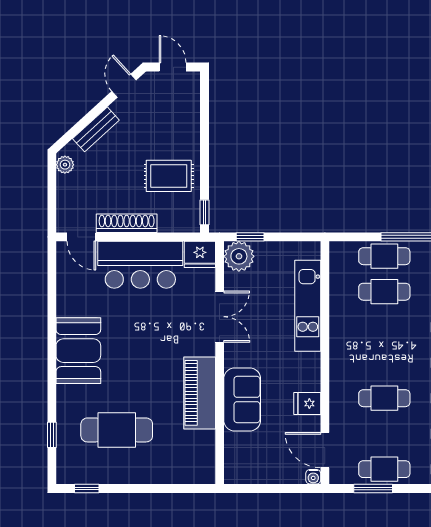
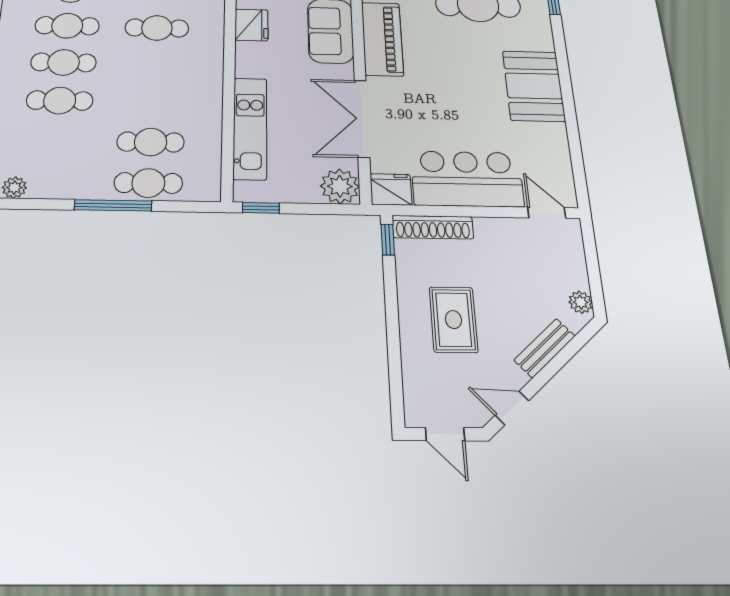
door: (124, 86) -> (512, 408), swing flipped
rug: (169, 176) -> (453, 320), moved, turned 90
shoe rack: (127, 223) -> (433, 227), moved
window: (250, 237) -> (261, 208), moved
double door: (220, 317) -> (362, 118), width x1.37
fridge: (307, 404) -> (251, 25), width x1.38

